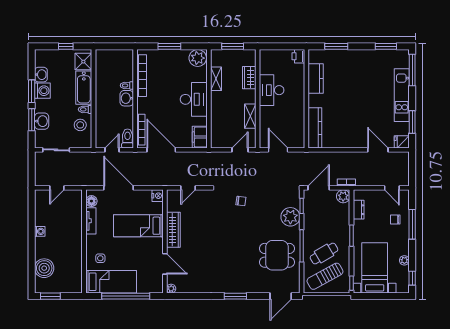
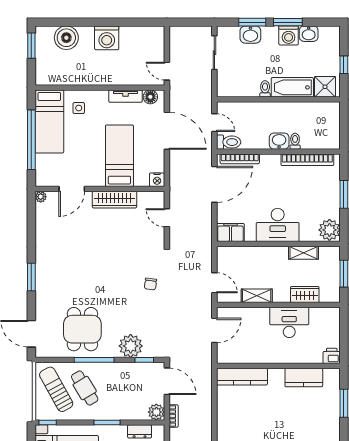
stool: (80, 125) -> (246, 83), removed
door: (57, 188) -> (167, 71), moved
door: (119, 188) -> (167, 131), hinge flipped
washing machine: (40, 231) -> (107, 38), width x1.89, depth x1.89

